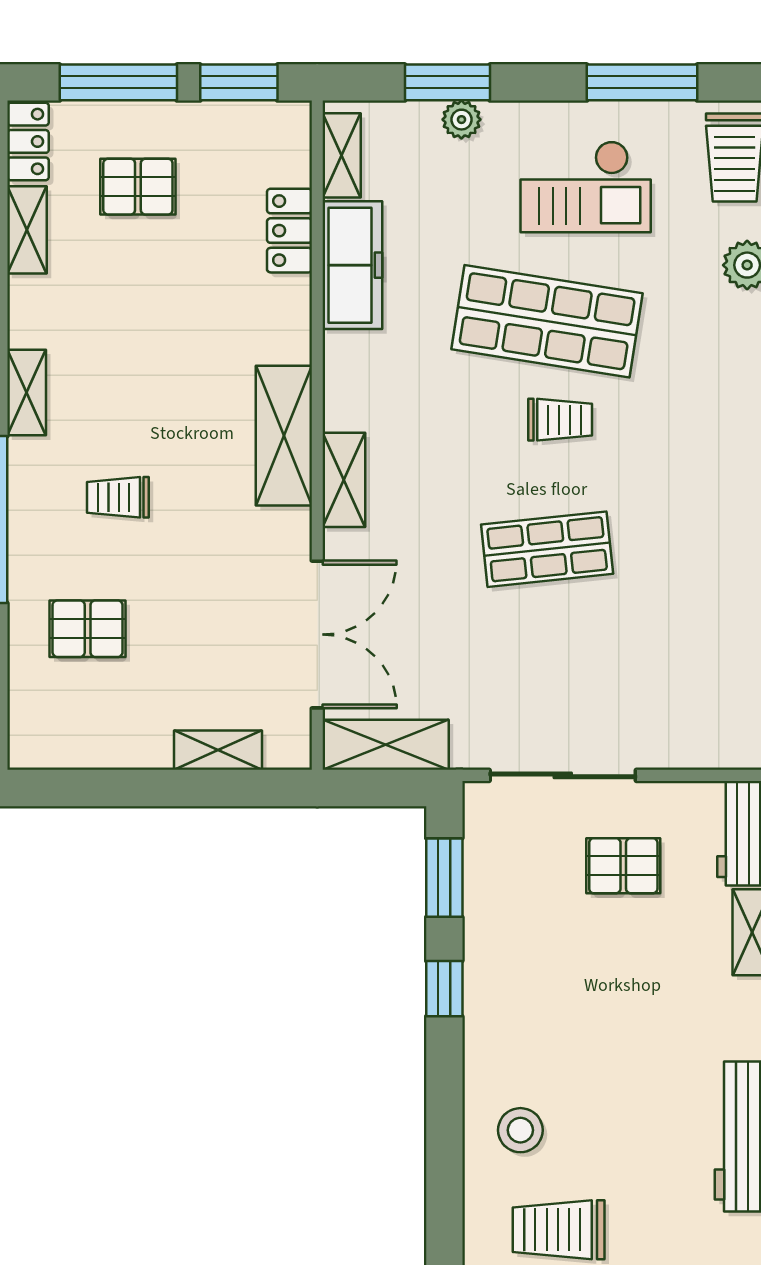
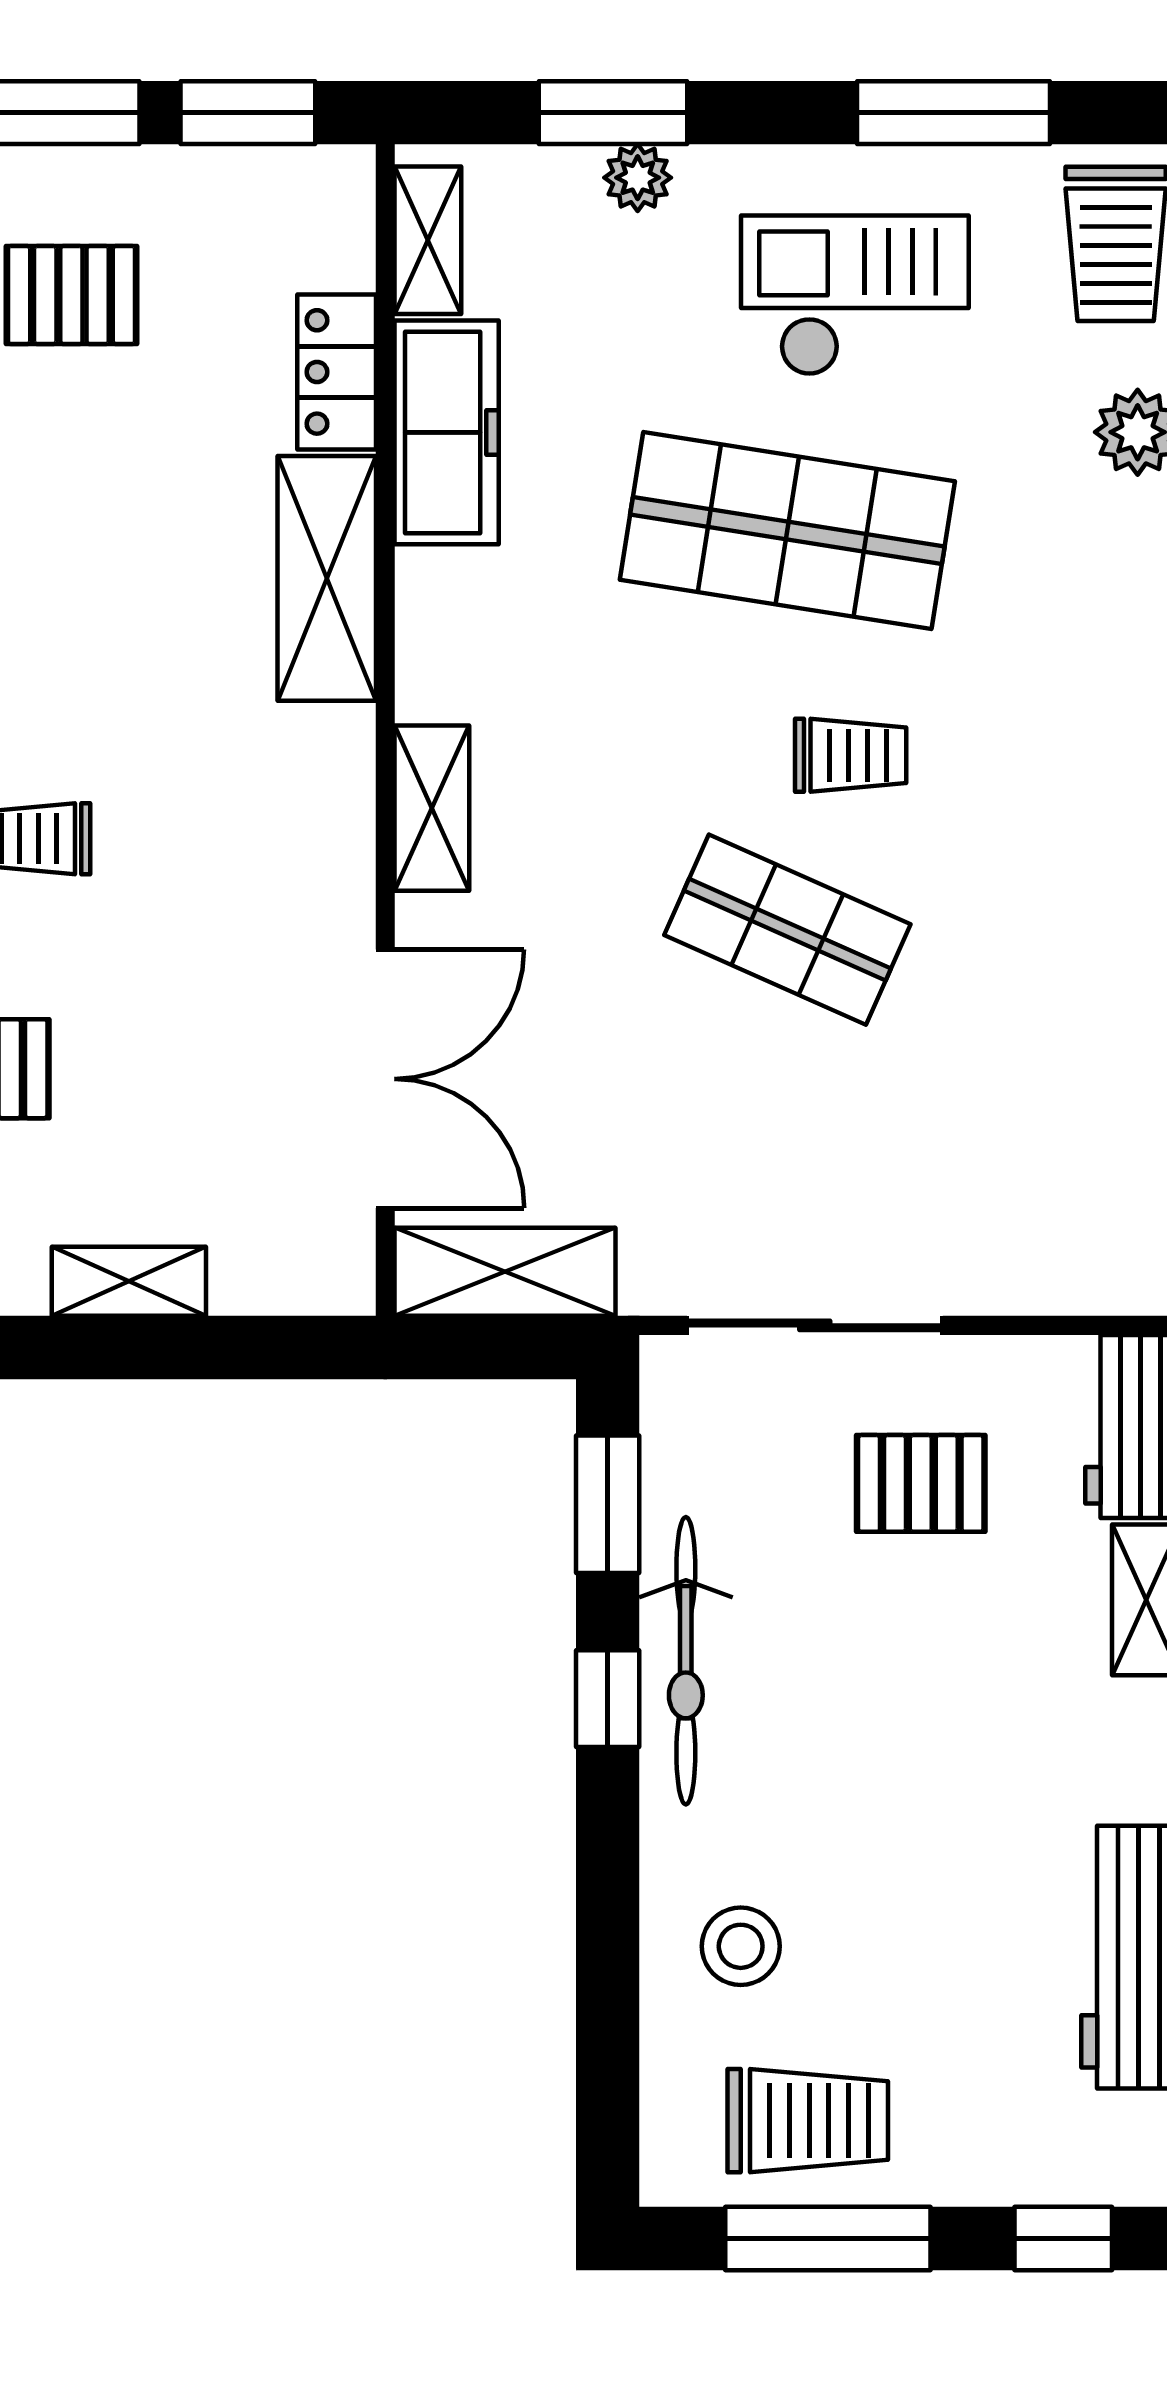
checkout: (586, 187) -> (855, 295), turned 180
trolley: (560, 420) -> (851, 755), moved
shelving: (284, 436) -> (327, 578), moved
shop shelf: (547, 549) -> (787, 930), turned 30
shelving: (218, 750) -> (129, 1281), moved
bicycle: (489, 967) -> (686, 1661), added
trolley: (559, 1230) -> (808, 2121), turned 180

